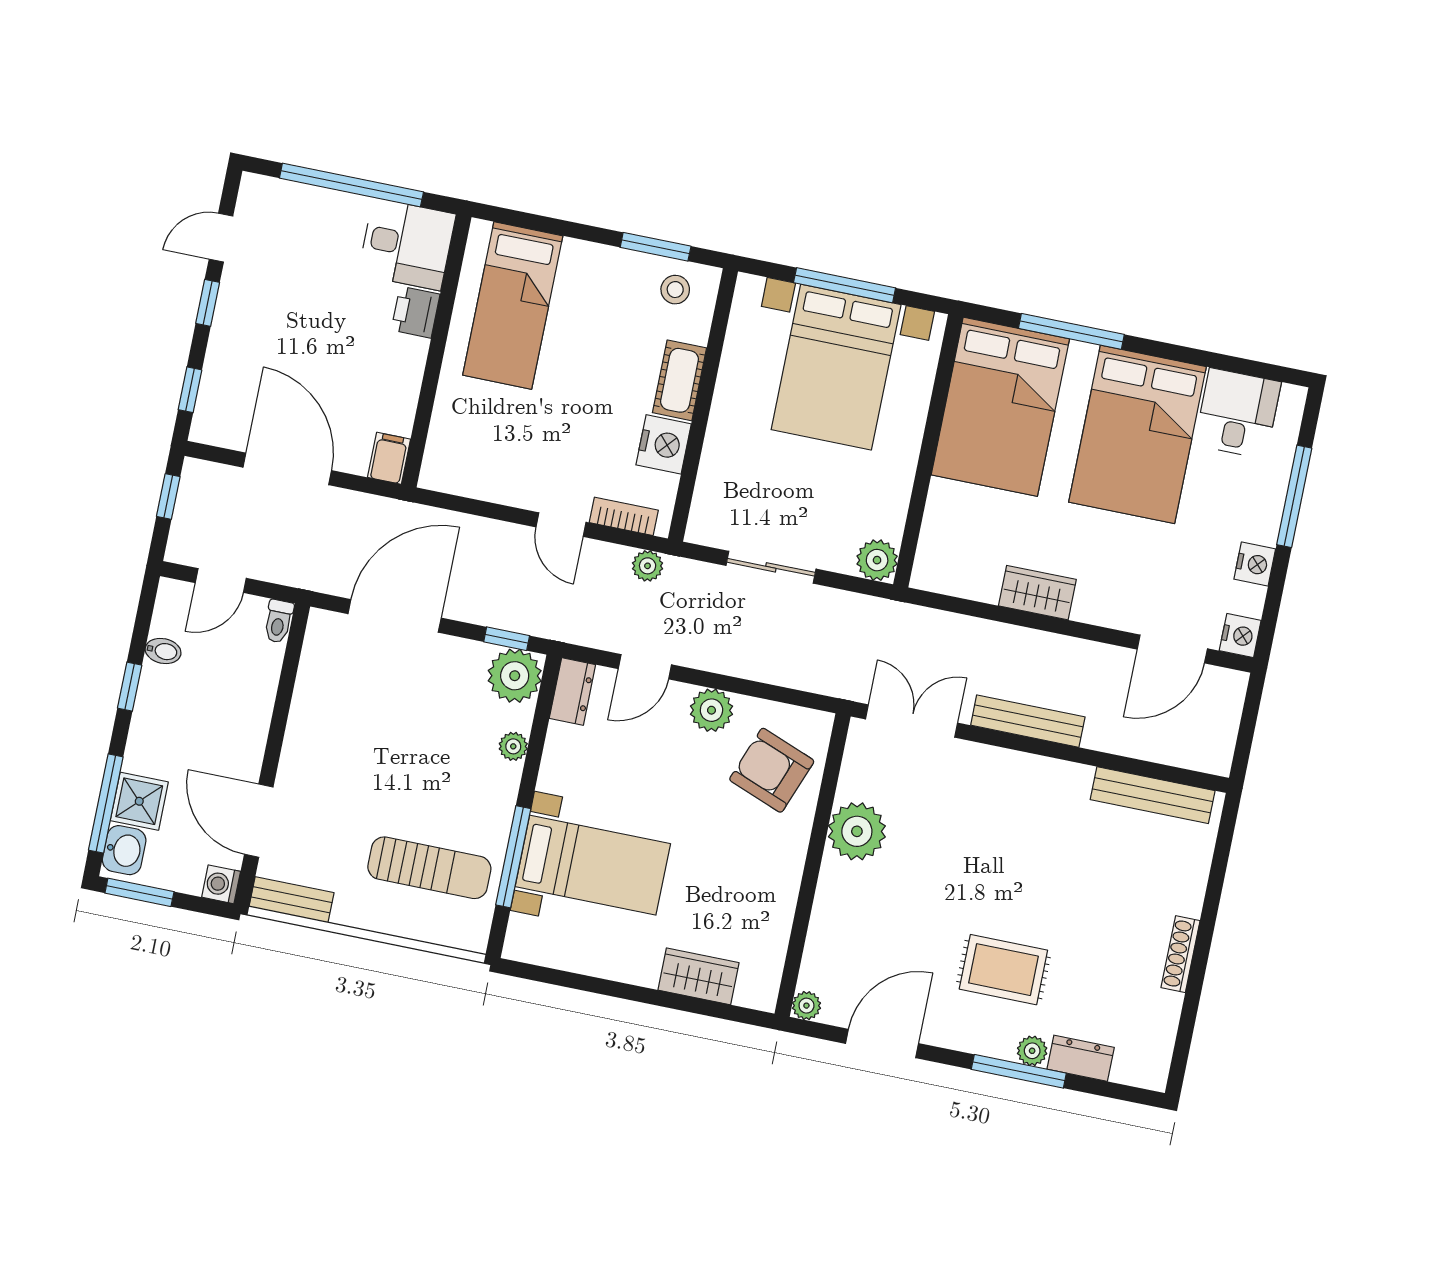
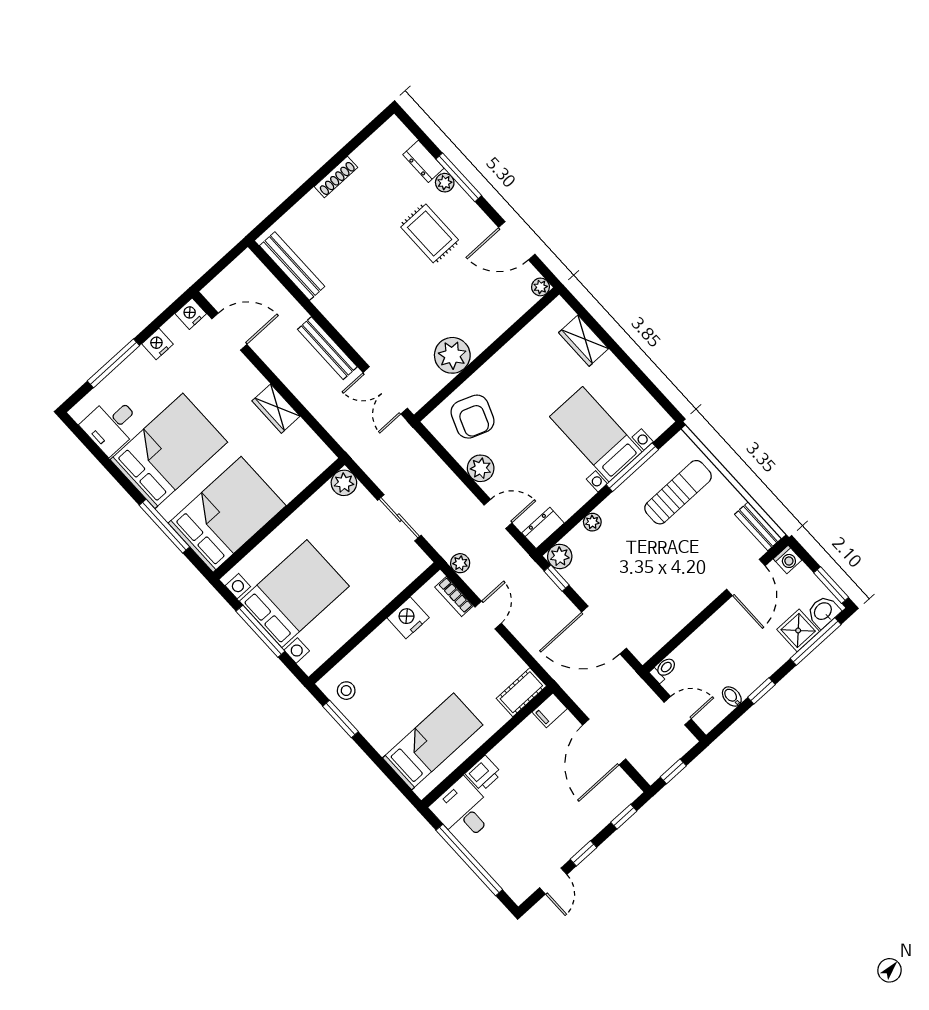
door: (221, 238) -> (553, 881), hinge flipped
cot: (679, 380) -> (521, 692), moved
plant: (515, 676) -> (560, 556), width x0.73, depth x0.73
sun lounger: (429, 868) -> (678, 492), turned 90

